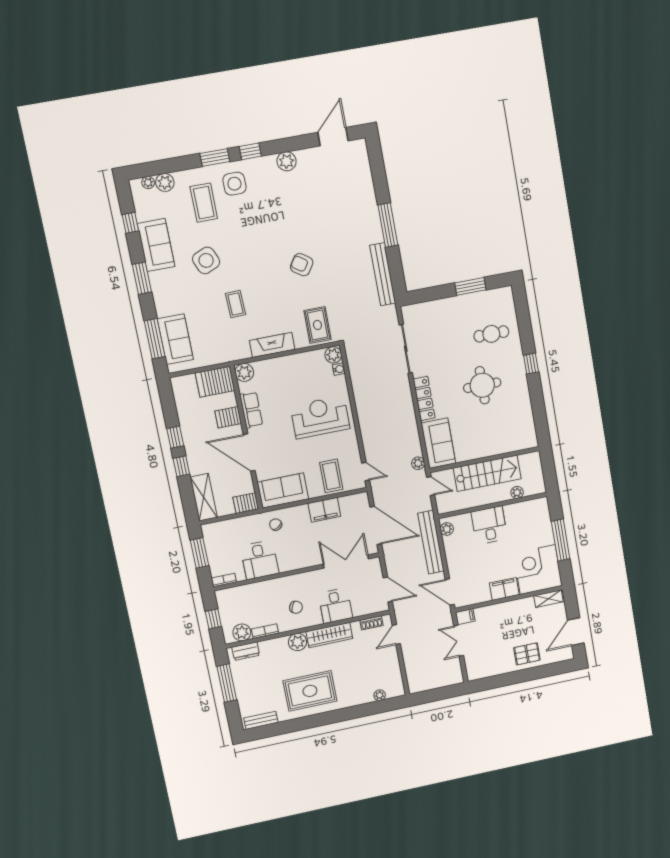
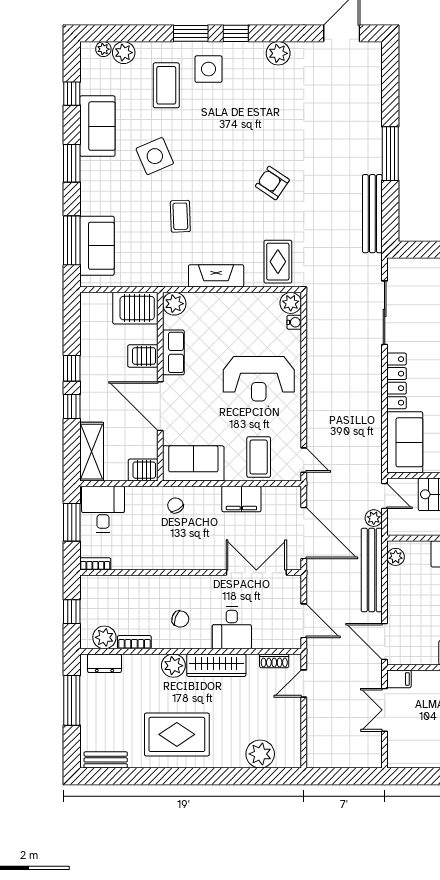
reception desk: (320, 417) -> (259, 379), turned 180
plant: (418, 463) -> (374, 518), moved
desk: (260, 560) -> (103, 509), moved, turned 180
plant: (380, 695) -> (260, 754), width x1.87, depth x1.87

